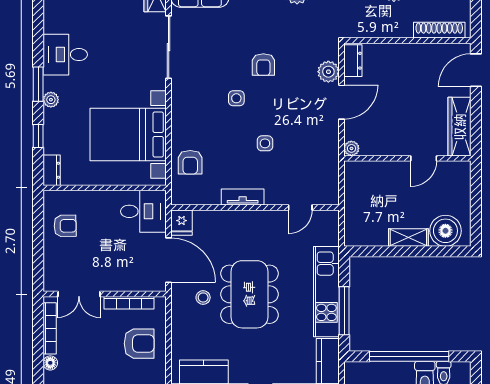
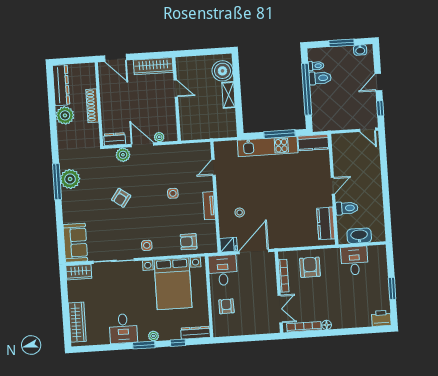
shoe rack: (439, 30) -> (92, 106), moved
armchair: (263, 65) -> (121, 198), turned 126
side table: (236, 98) -> (147, 245), moved
plant: (351, 148) -> (159, 137), moved
armchair: (190, 162) -> (189, 242), turned 180
dresser: (52, 170) -> (195, 333), width x1.44
door: (300, 208) -> (214, 167), swing flipped
armchair: (65, 226) -> (226, 306), moved
dining table: (249, 294) -> (273, 197), removed
stool: (203, 297) -> (240, 212), moved

